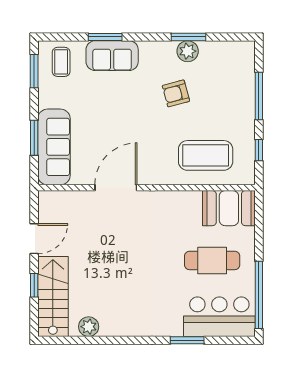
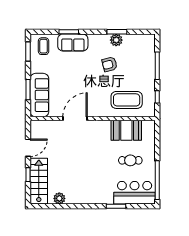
booth: (229, 208) -> (126, 130), moved
cafe table: (212, 260) -> (130, 160), width x0.73, depth x0.74

